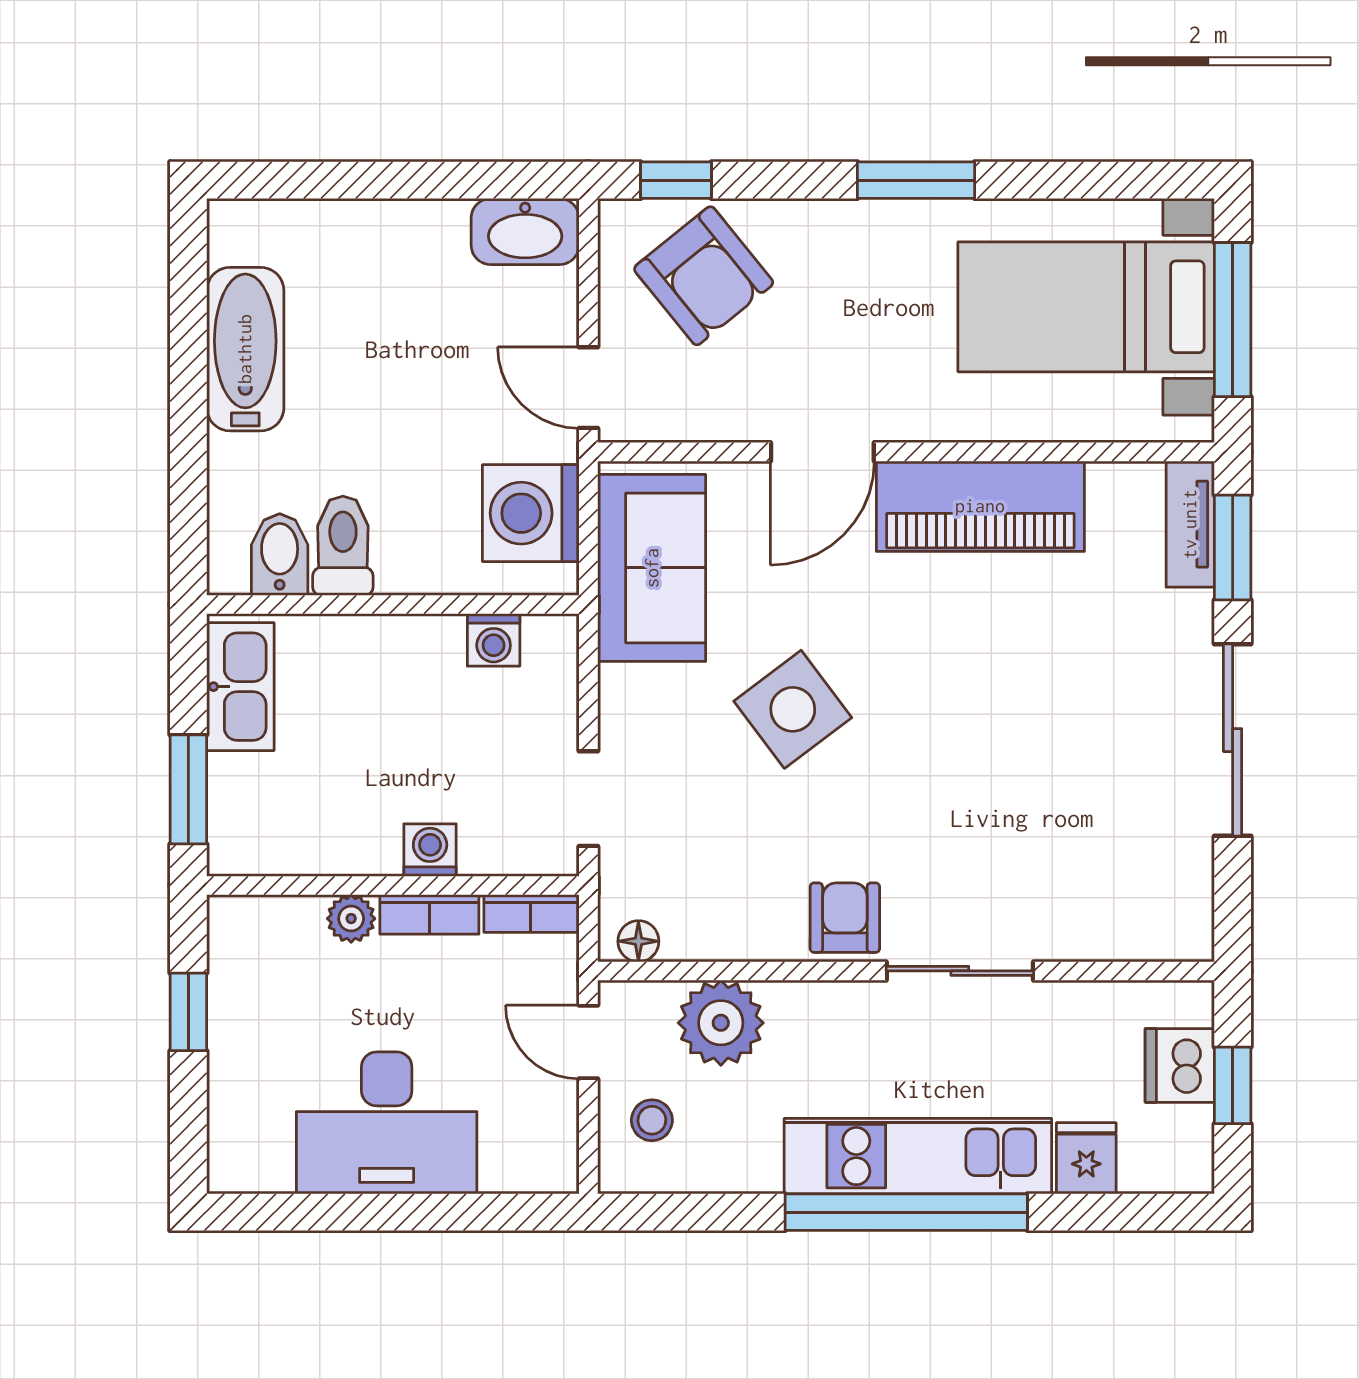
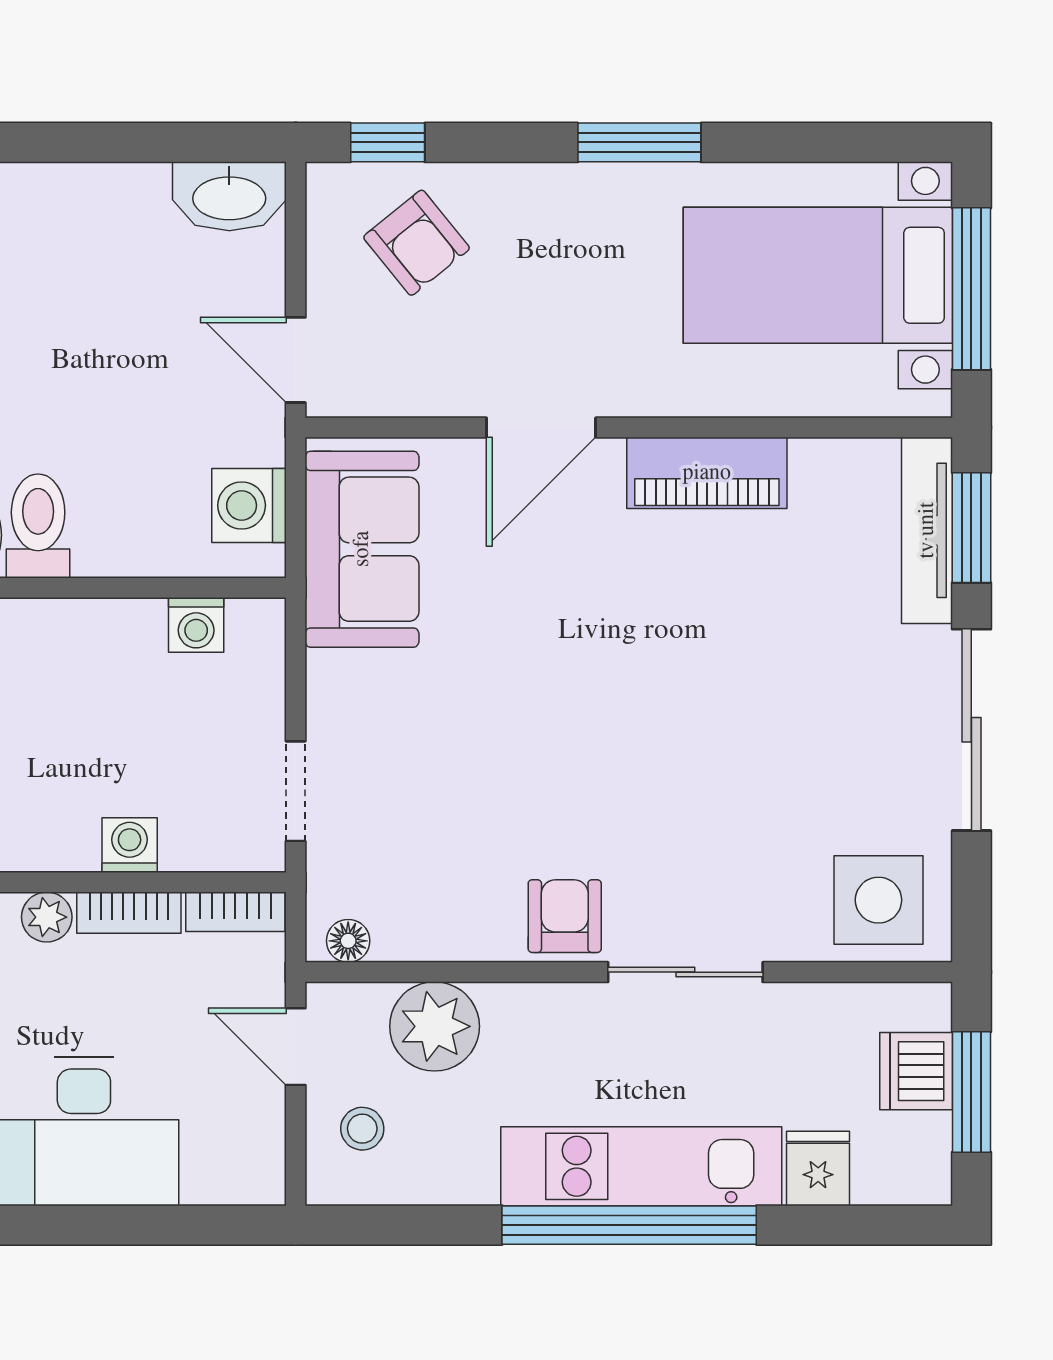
armchair: (704, 276) -> (417, 243), width x0.72, depth x0.72
piano: (980, 506) -> (707, 473), width x0.73, depth x0.75
washing machine: (531, 513) -> (249, 505), width x0.73, depth x0.73
tv unit: (1190, 524) -> (927, 530), width x1.41
side table: (793, 709) -> (878, 900), moved, turned 37
window: (1233, 1085) -> (971, 1092), width x1.50

